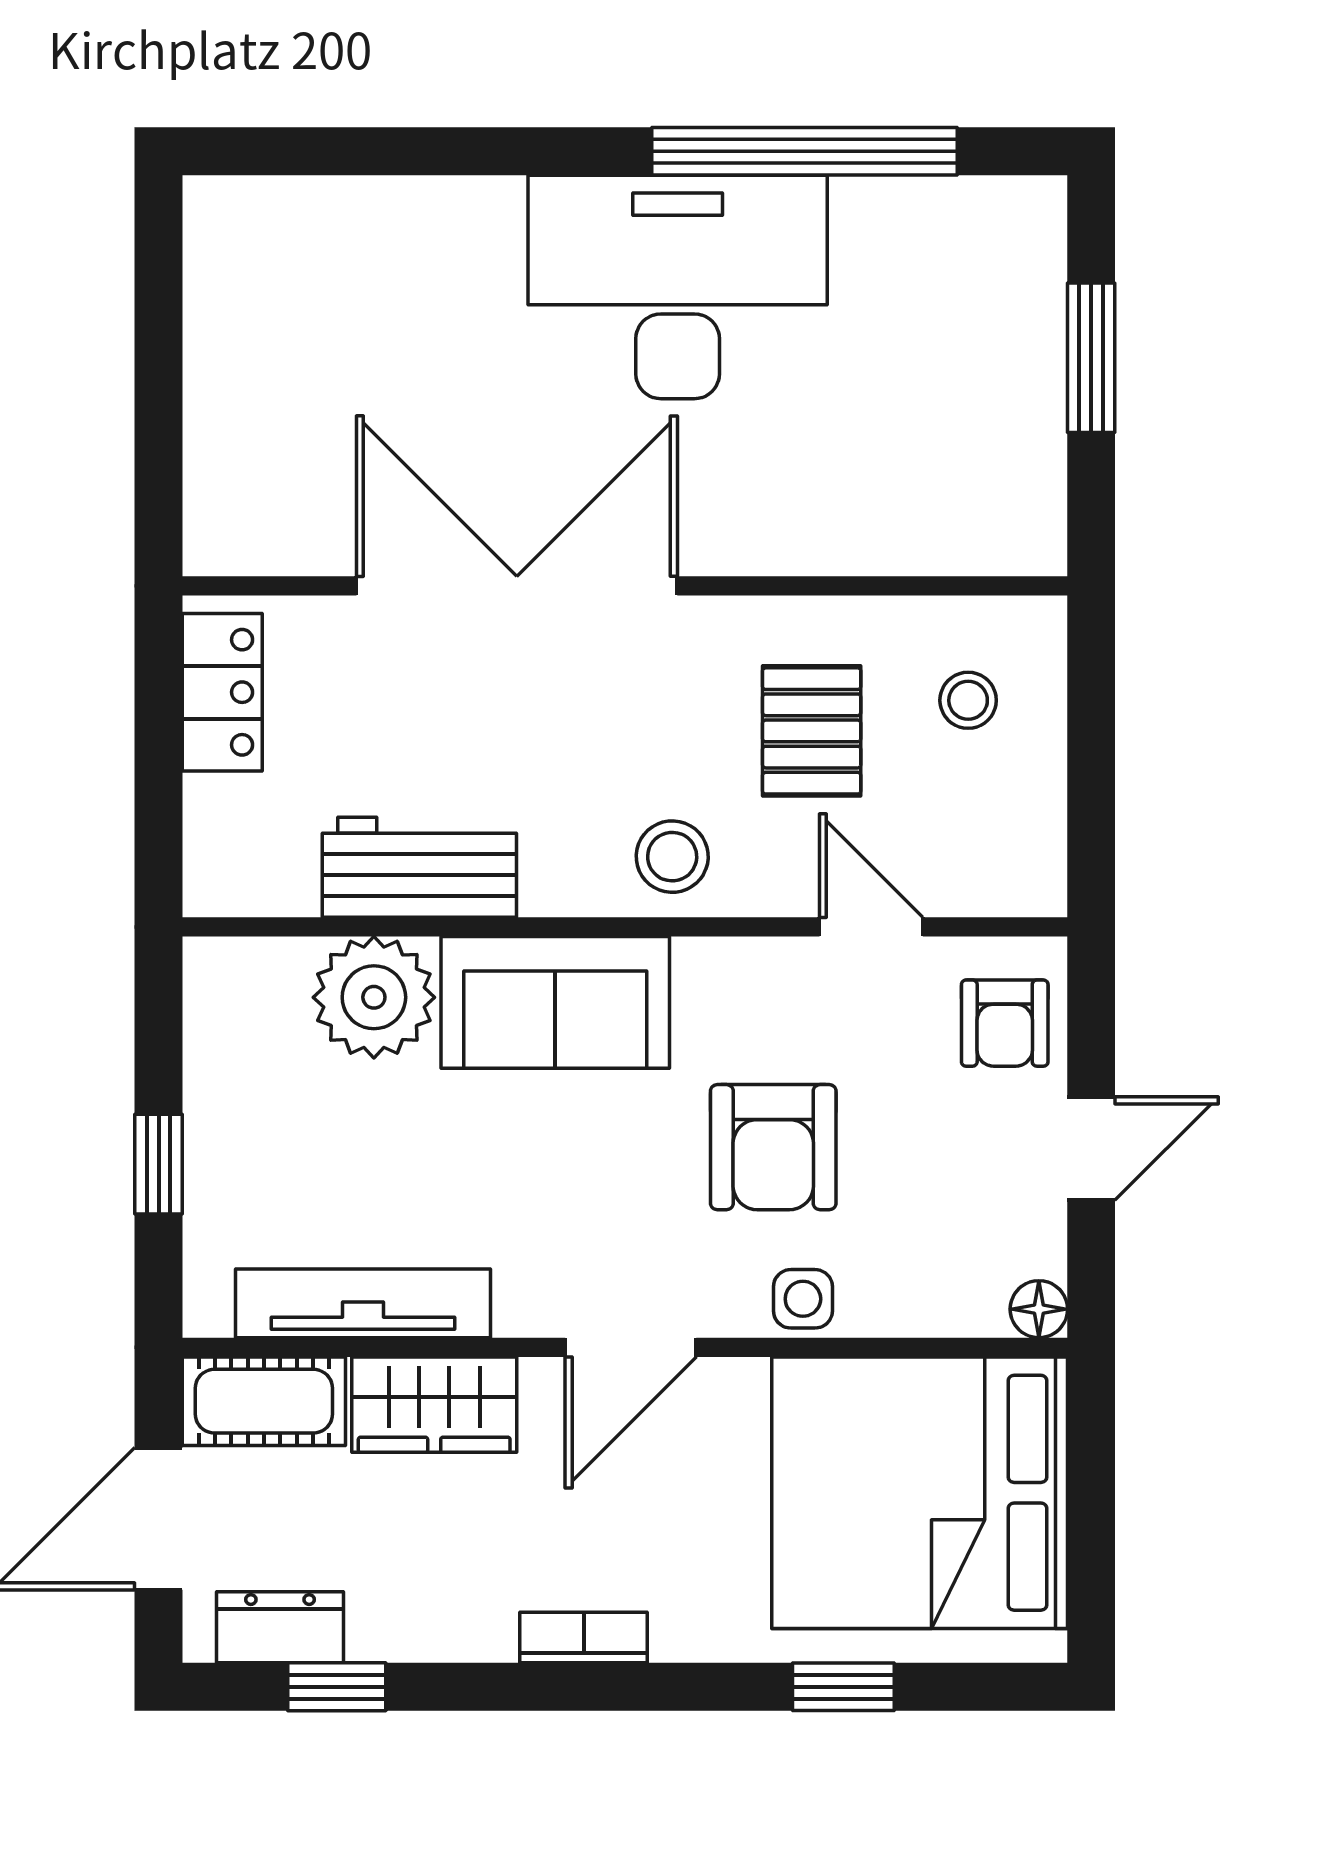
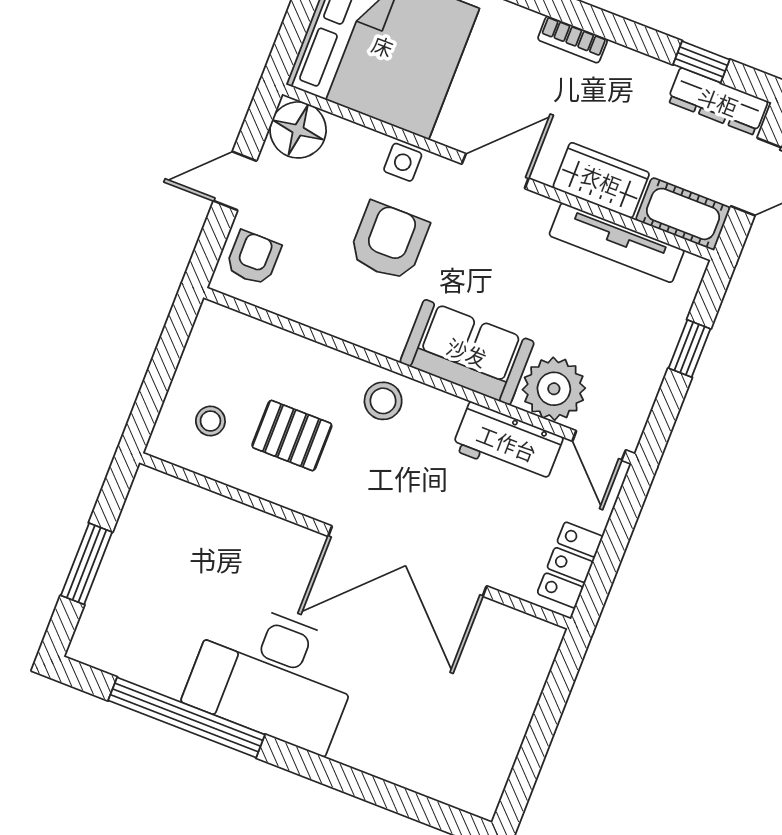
pallet: (812, 731) -> (292, 436), turned 90
door: (871, 927) -> (599, 445), moved
floor lamp: (1039, 1309) -> (298, 130), width x1.89, depth x1.89
dresser: (280, 1627) -> (718, 101), width x1.44

